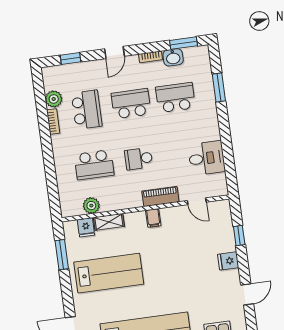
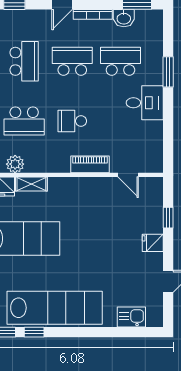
bookcase: (150, 57) -> (93, 14), width x1.56
window: (219, 87) -> (168, 72), moved
desk: (207, 158) -> (145, 103), moved
filing cabinet: (153, 218) -> (79, 186), removed

